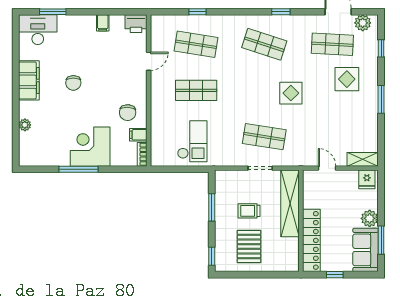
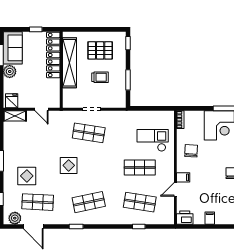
shop shelf: (264, 44) -> (89, 202), turned -30
filing cabinet: (138, 135) -> (183, 177), moved
checkout: (192, 141) -> (153, 140), moved, turned 90
shelving: (290, 203) -> (69, 63), moved
pallet: (249, 246) -> (100, 50), turned 90

